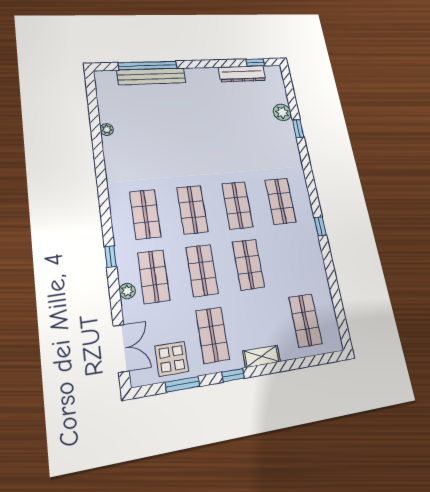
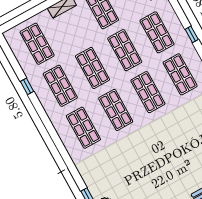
window: (320, 226) -> (27, 86), moved
shop shelf: (293, 259) -> (60, 86), added
plant: (127, 291) -> (171, 15), removed

